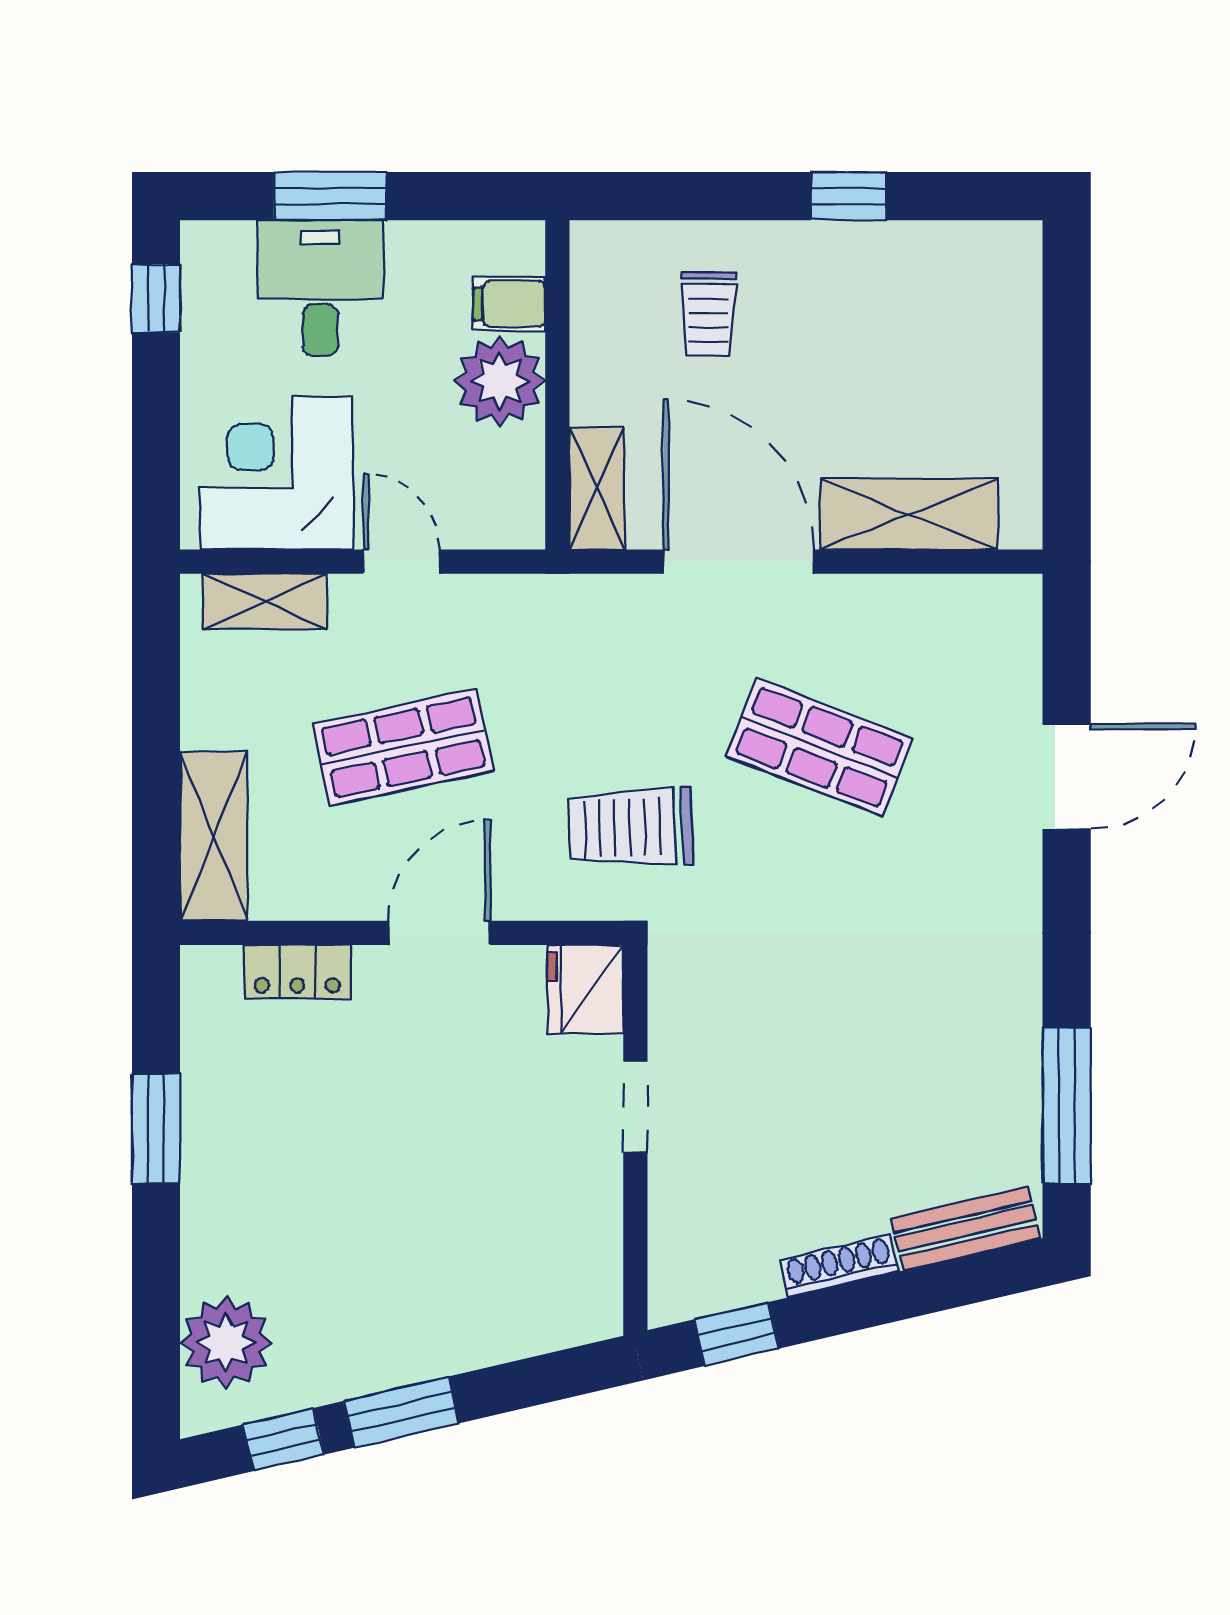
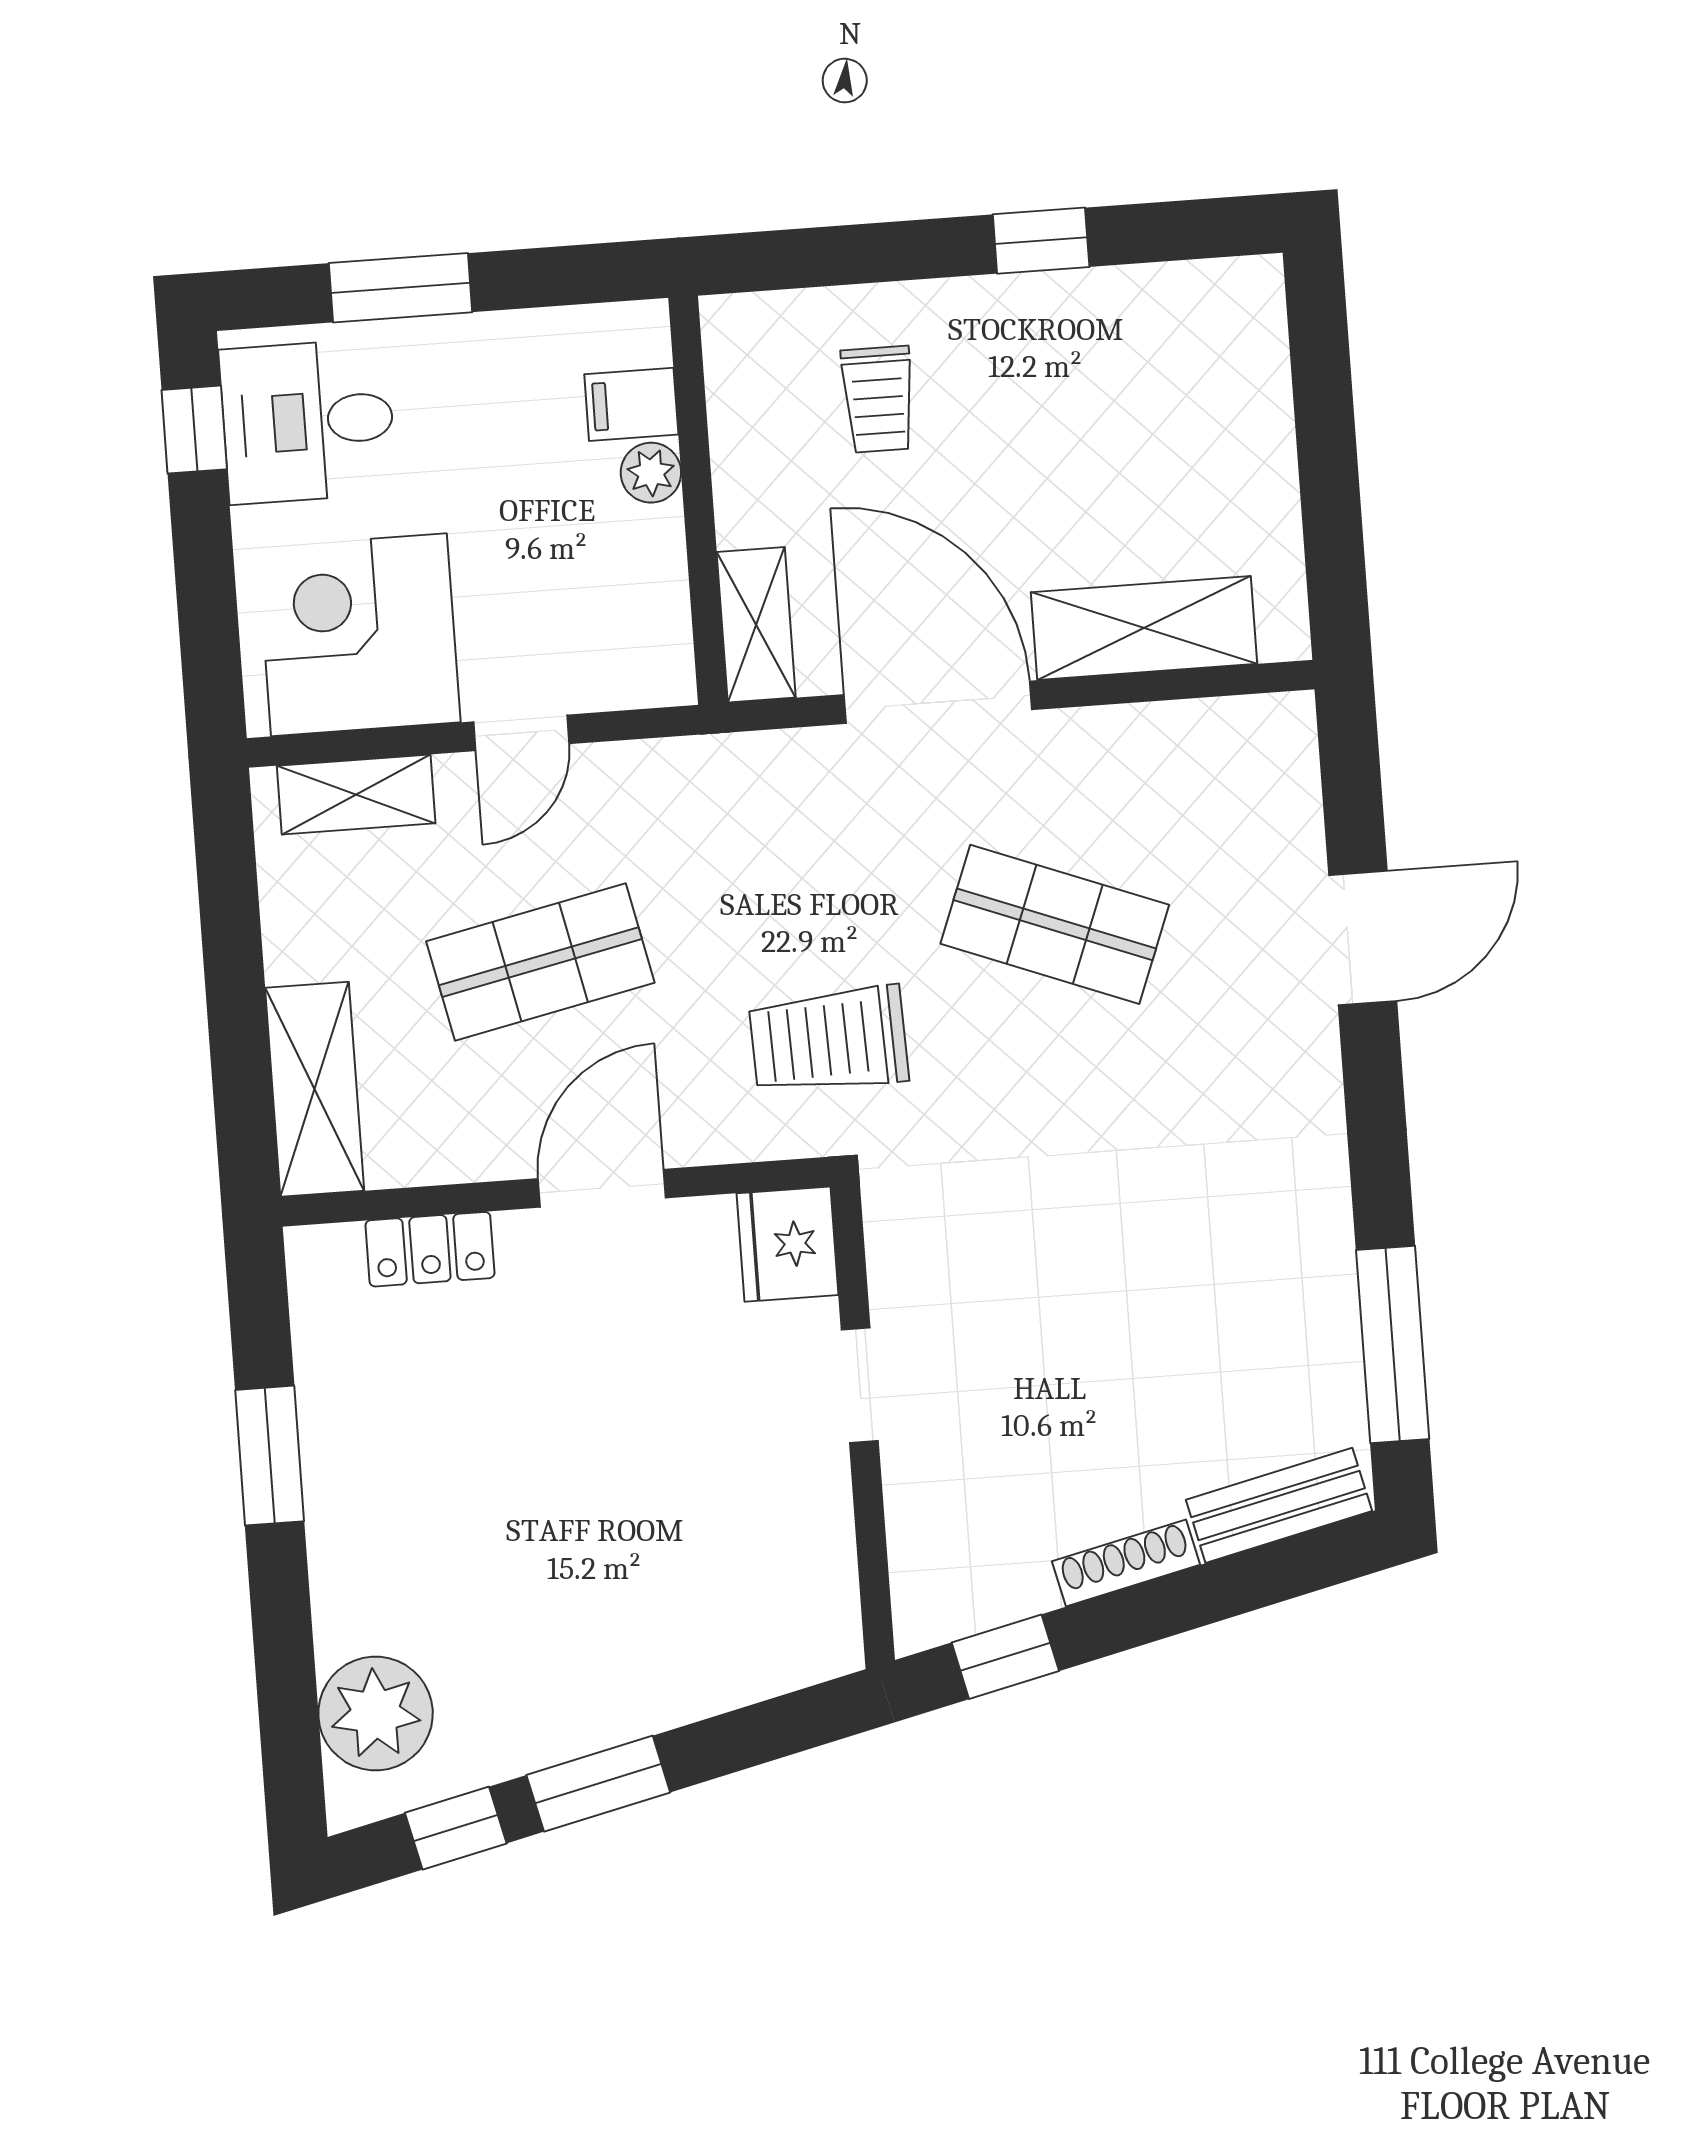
desk: (320, 288) -> (308, 421), moved, turned -90
plant: (500, 381) -> (651, 473), width x0.53, depth x0.53
door: (401, 562) -> (521, 733), swing flipped

